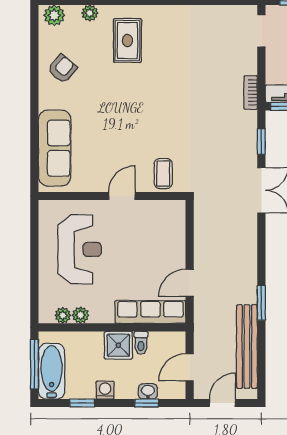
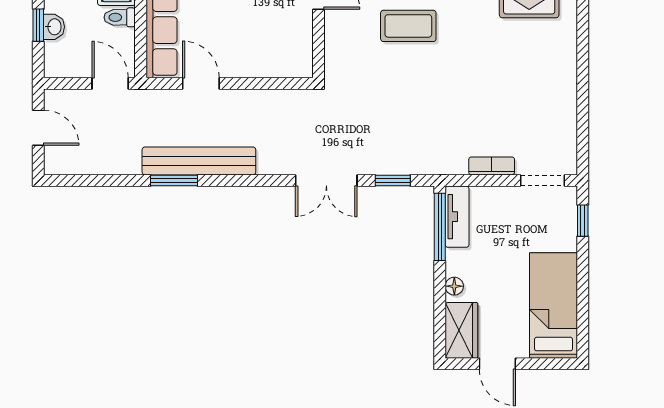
bookcase: (251, 92) -> (492, 166), moved
coffee table: (163, 174) -> (408, 26), moved, width x1.36, depth x1.30
bench: (247, 347) -> (199, 161), moved
door: (190, 367) -> (110, 83), moved

